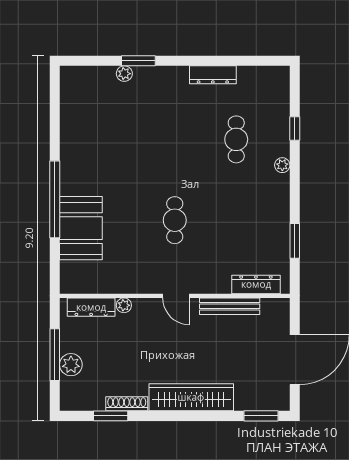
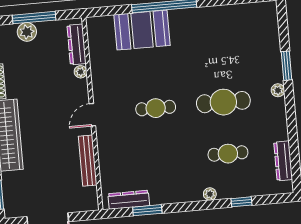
plant: (124, 74) -> (278, 90), moved
dresser: (213, 75) -> (283, 161), moved
cafe table: (175, 139) -> (223, 102), added
dresser: (256, 284) -> (129, 200), moved, turned -90

